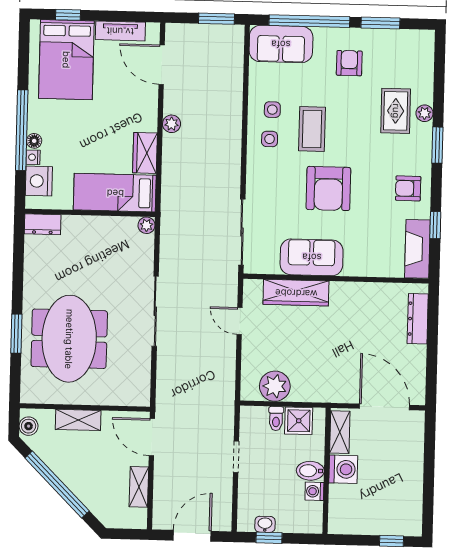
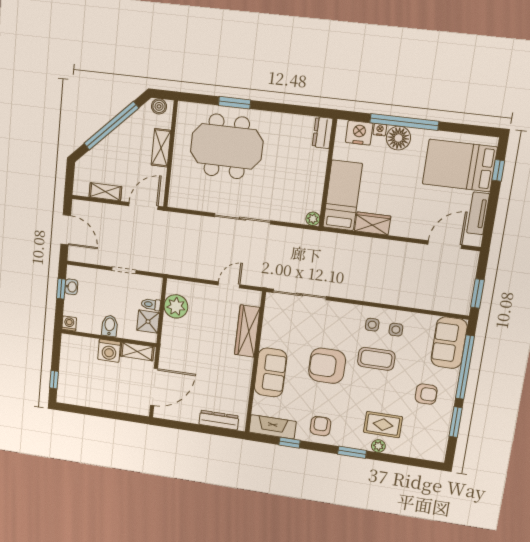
plant: (172, 124) -> (394, 248), removed
floor lamp: (34, 141) -> (398, 138), width x1.89, depth x1.89
sofa: (312, 257) -> (271, 372), moved
washing machine: (314, 491) -> (69, 324), moved

